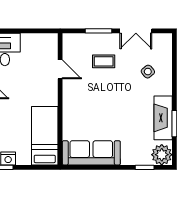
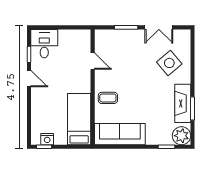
coffee table: (104, 61) -> (108, 98), moved
side table: (148, 72) -> (169, 63), width x1.87, depth x1.87

